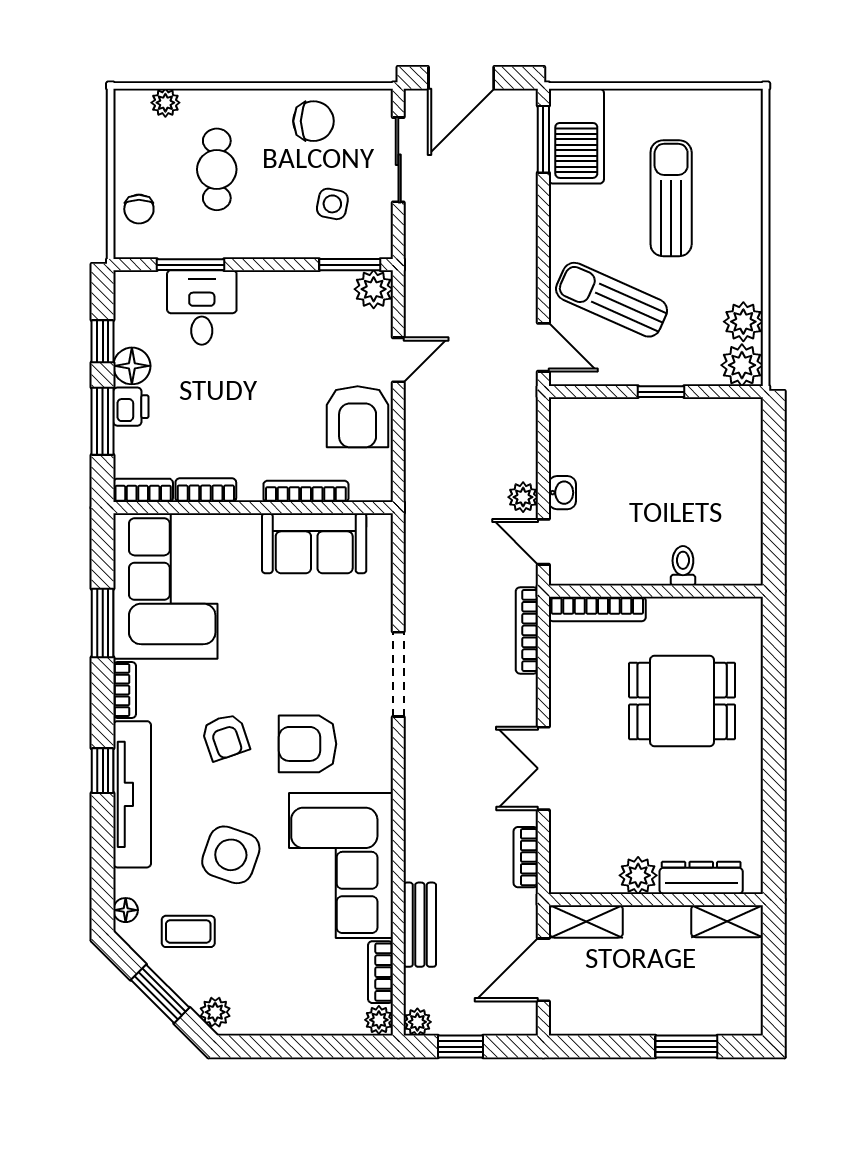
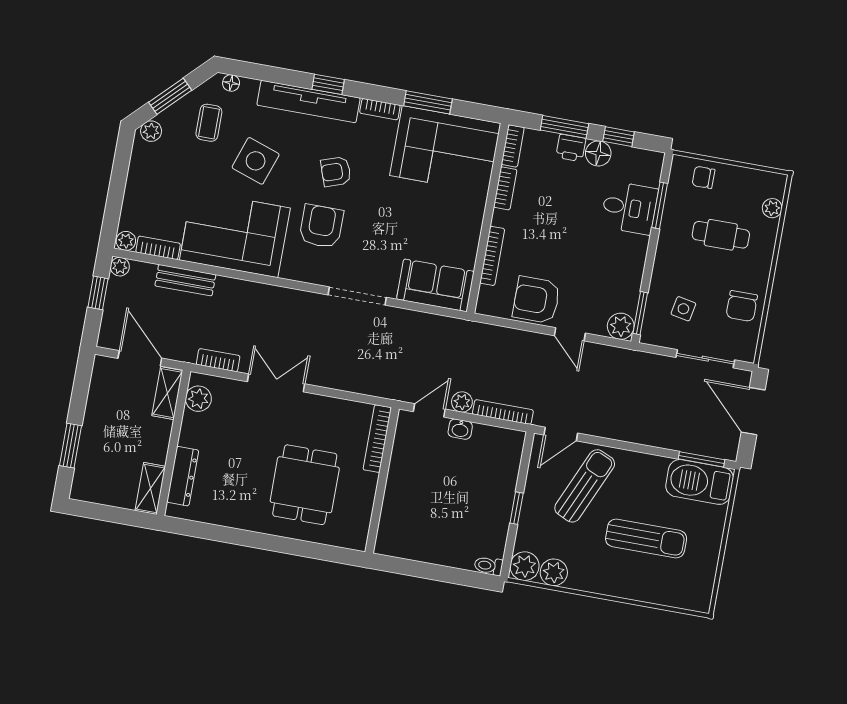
sofa: (314, 543) -> (435, 285), moved, turned 90
toilet: (683, 566) -> (488, 566), moved, turned 180
bookcase: (527, 630) -> (503, 412), moved
plant: (638, 875) -> (198, 399), moved

